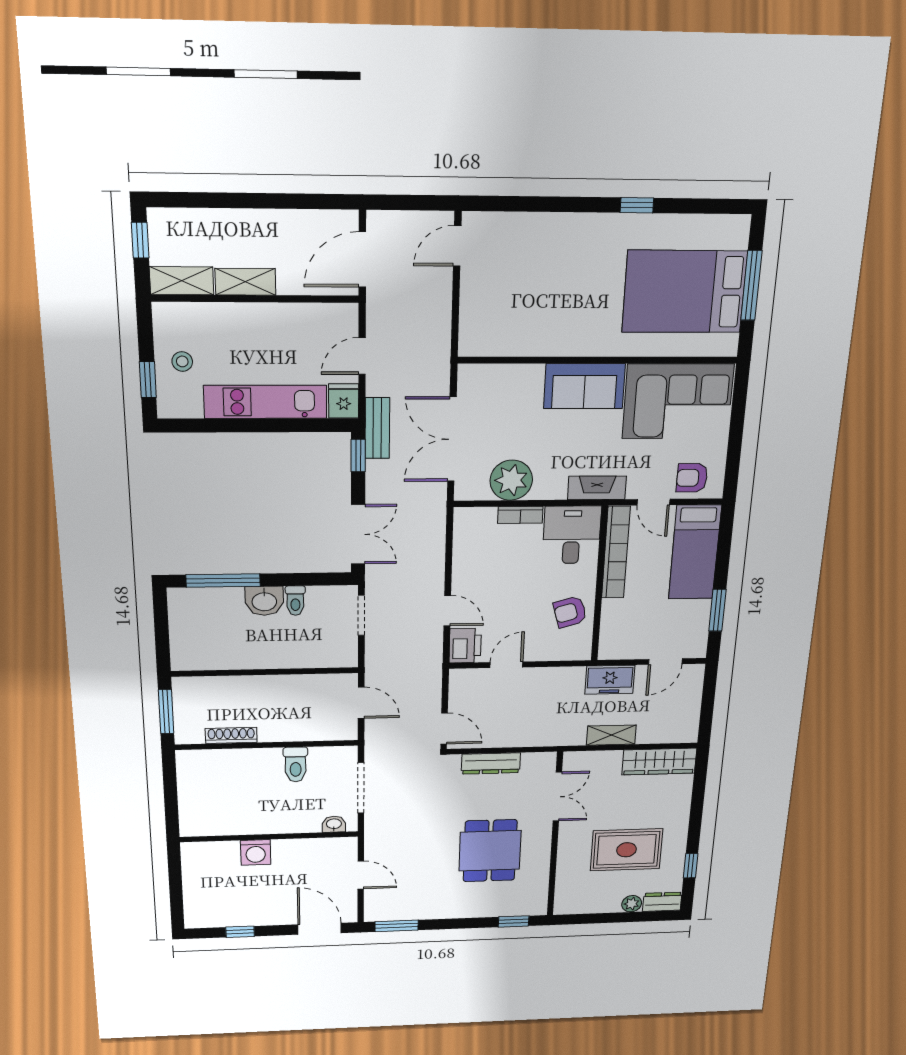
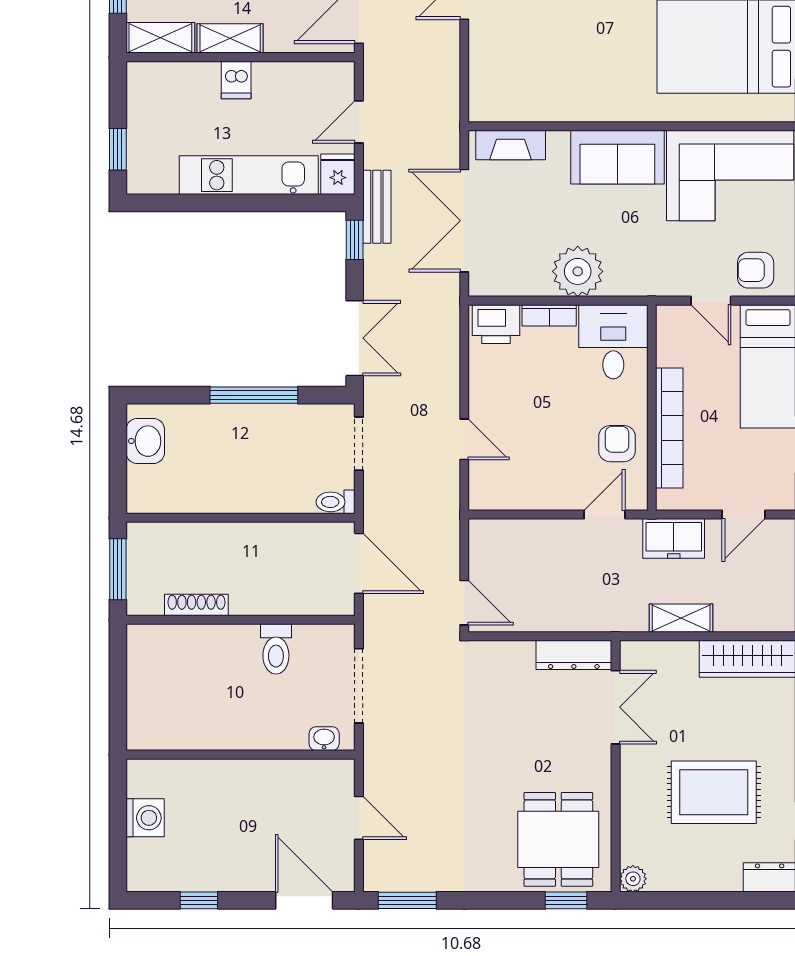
dishwasher: (252, 319) -> (236, 80), added
stool: (182, 361) -> (157, 128), removed
plant: (511, 480) -> (578, 271), moved
fireplace: (597, 488) -> (511, 145), moved, turned 180
bookcase: (616, 553) -> (669, 428), moved
window: (223, 580) -> (254, 395), moved
washbasin: (264, 601) -> (145, 441), moved, turned -90
toilet: (295, 601) -> (336, 502), moved, turned 90
armchair: (570, 612) -> (617, 444), turned 106
printer: (465, 646) -> (496, 324), moved, turned 90
door: (506, 665) -> (605, 514), moved
door: (361, 703) -> (359, 563), width x1.38
dresser: (491, 763) -> (574, 655), moved
dining table: (490, 851) -> (558, 839), moved
washing machine: (256, 852) -> (145, 818), moved, turned -90
plant: (632, 904) -> (633, 879), moved

